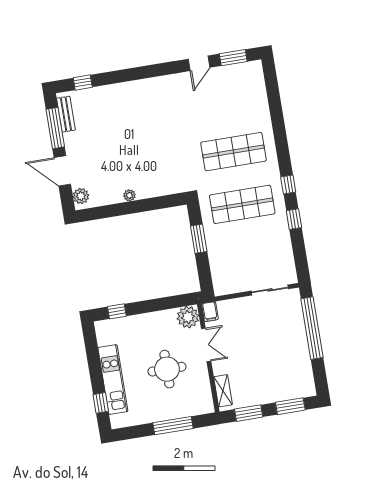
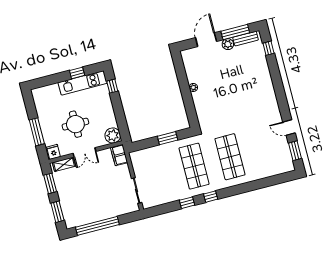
plant: (81, 196) -> (228, 44), moved
filing cabinet: (210, 312) -> (119, 155), width x2.00
window: (312, 328) -> (97, 226), moved
double door: (206, 345) -> (84, 152), moved
kitchen unit: (113, 380) -> (83, 83), moved
window: (101, 403) -> (77, 73), moved
fridge: (204, 404) -> (53, 152), added

